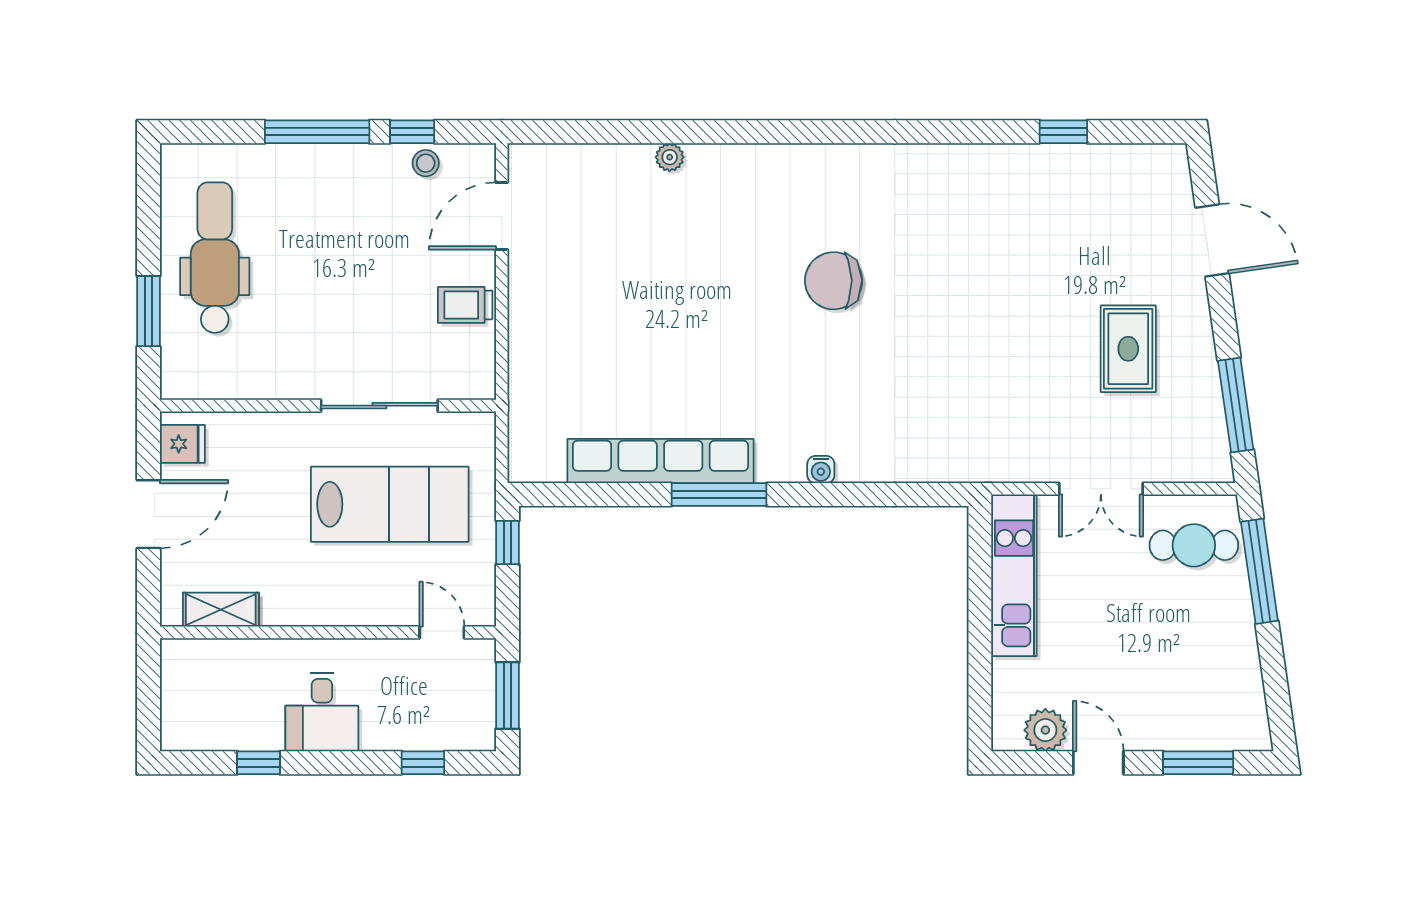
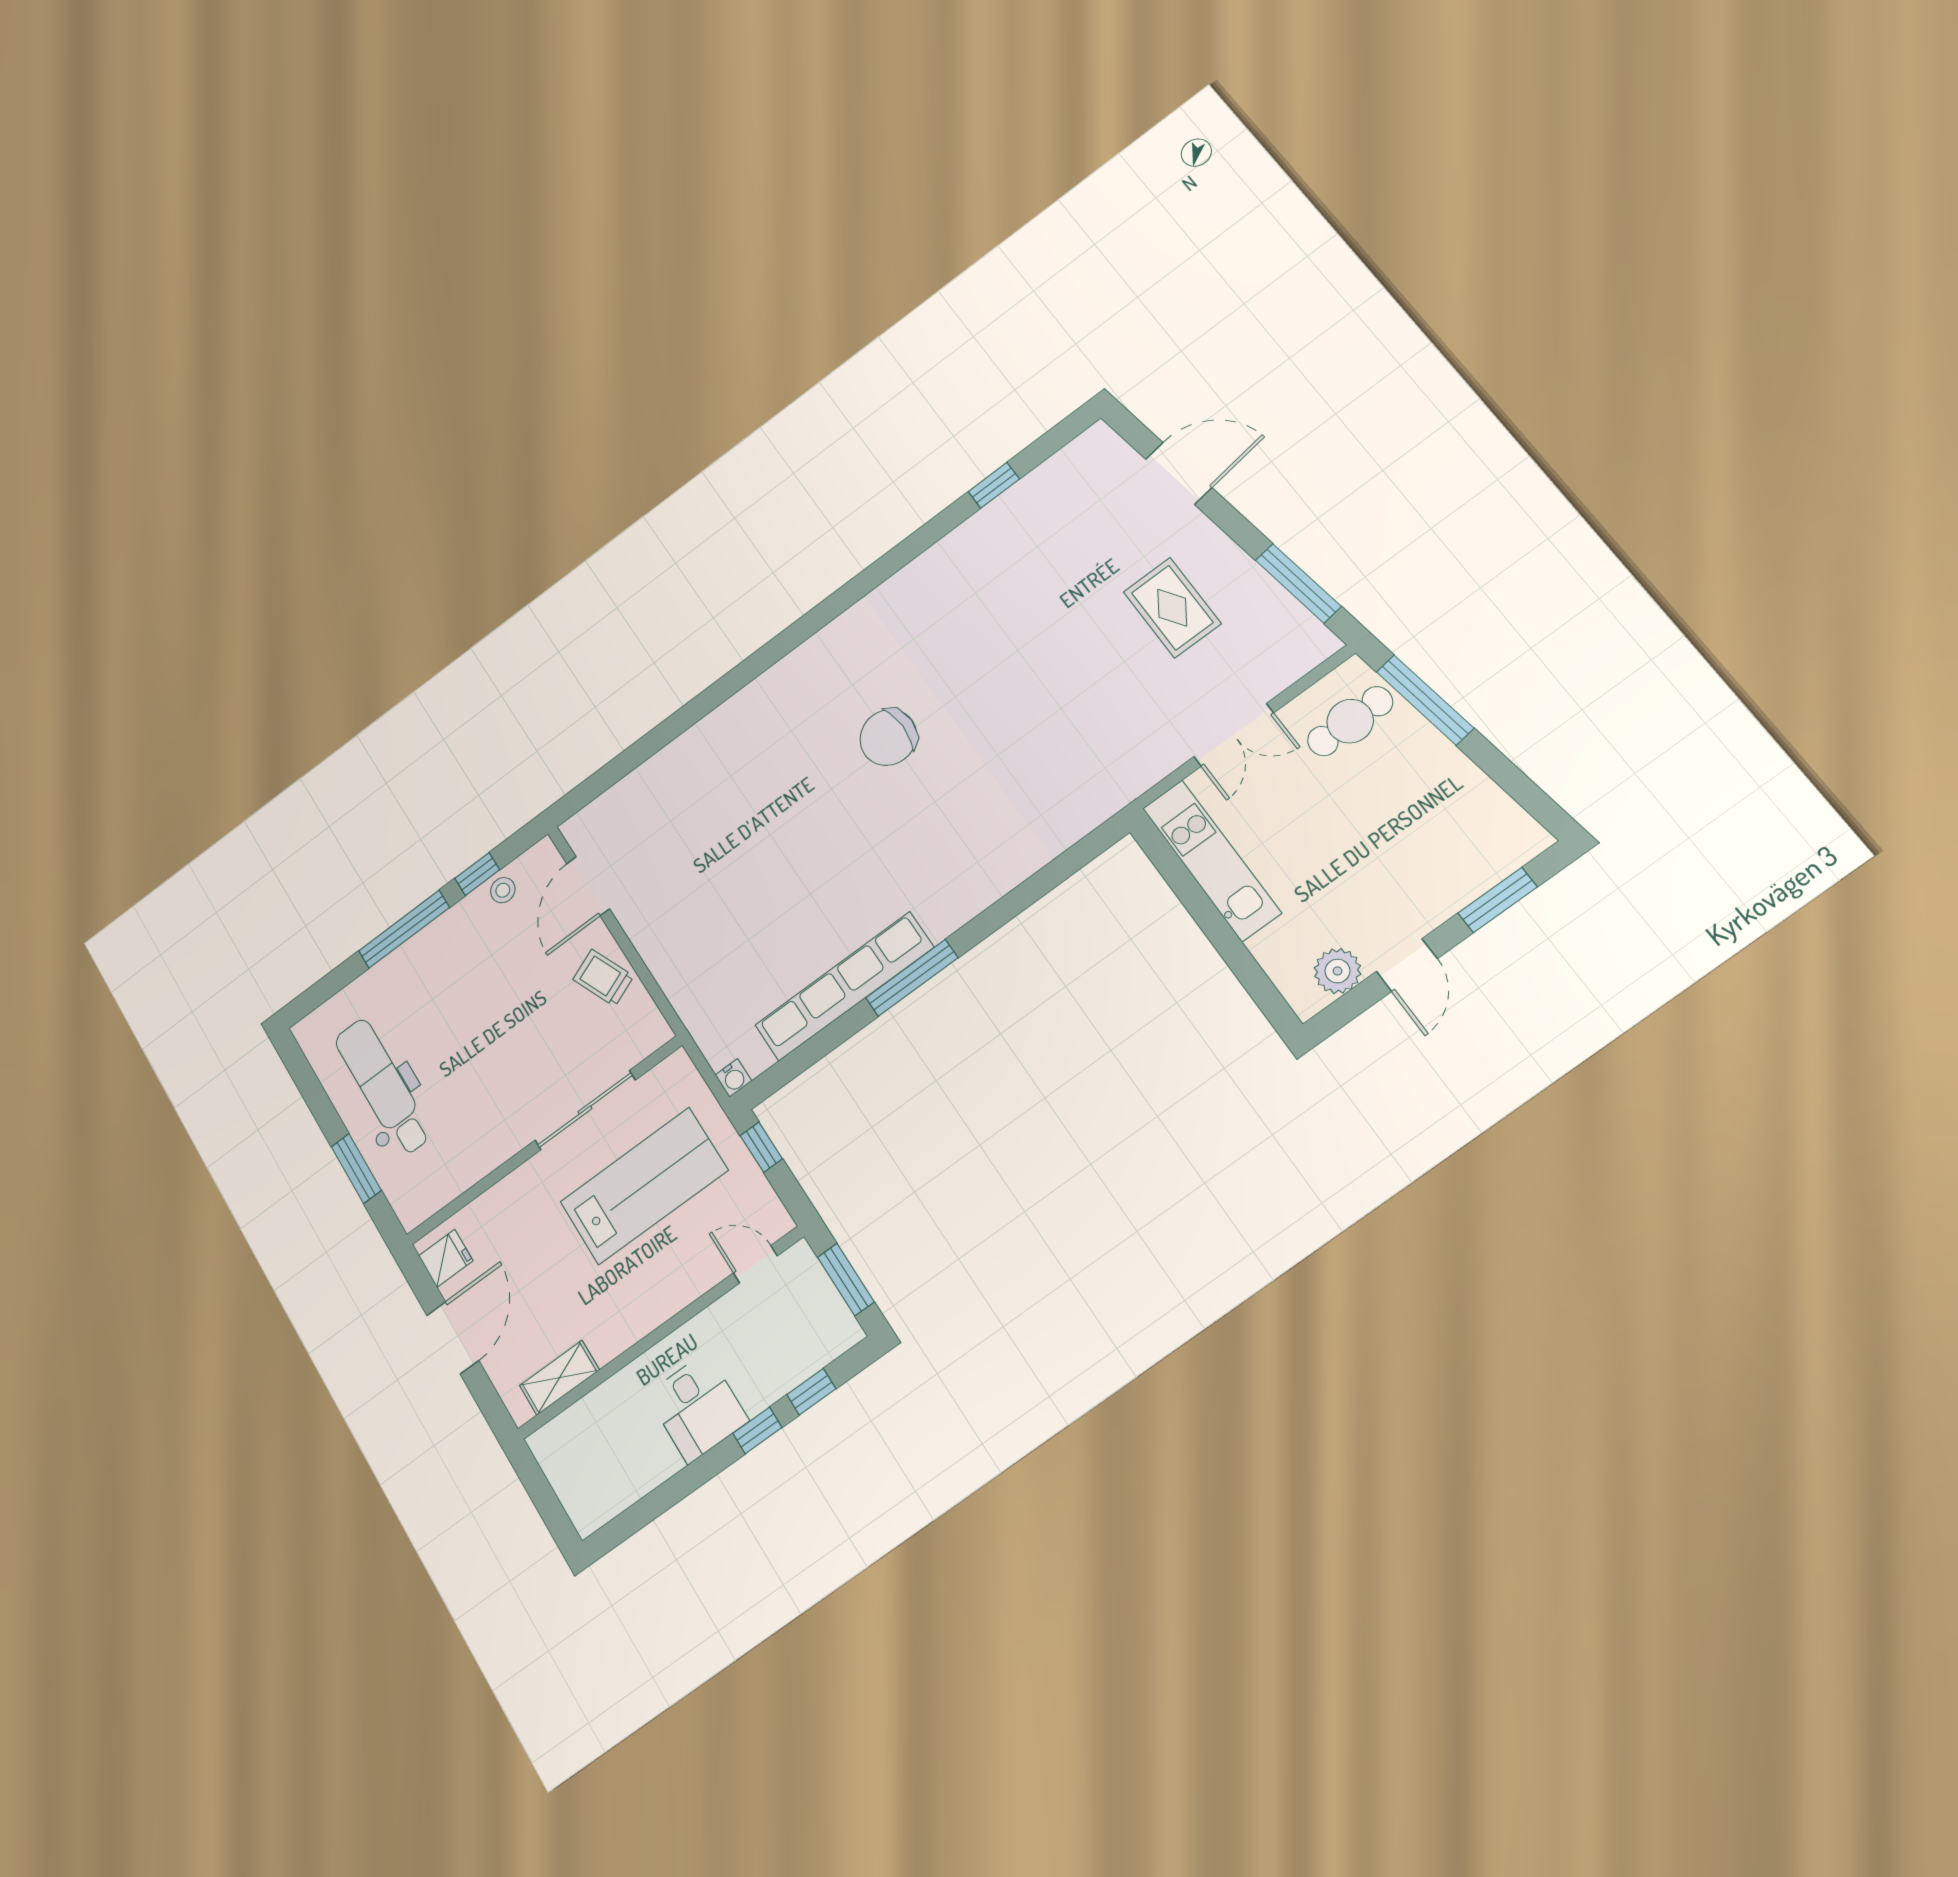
plant: (670, 157) -> (691, 742), removed
trolley: (465, 305) -> (603, 978), turned 67
water cooler: (821, 470) -> (734, 1078), moved
window: (258, 763) -> (757, 1430), moved
door: (1098, 763) -> (1407, 965), swing flipped

